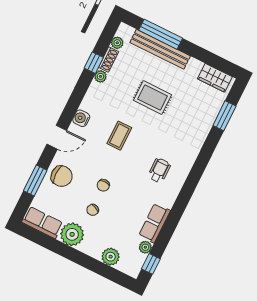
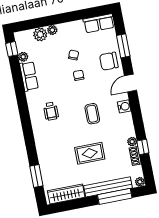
plant: (117, 43) -> (140, 182), moved
wardrobe: (215, 78) -> (66, 194), width x1.50
plant: (72, 234) -> (52, 30), moved, width x0.53, depth x0.53

